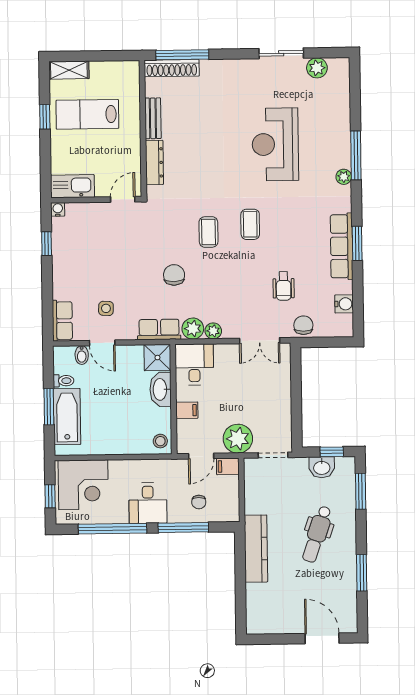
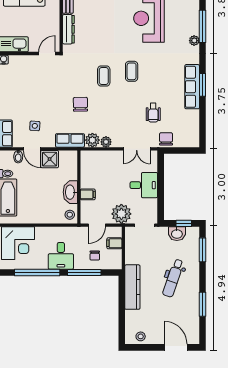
water cooler: (344, 304) -> (193, 125), removed
shower: (157, 358) -> (50, 159), moved
desk: (194, 364) -> (144, 185), moved, turned 90
washbasin: (161, 389) -> (70, 192), moved
filing cabinet: (228, 466) -> (114, 243), moved
stool: (269, 622) -> (141, 336), added

